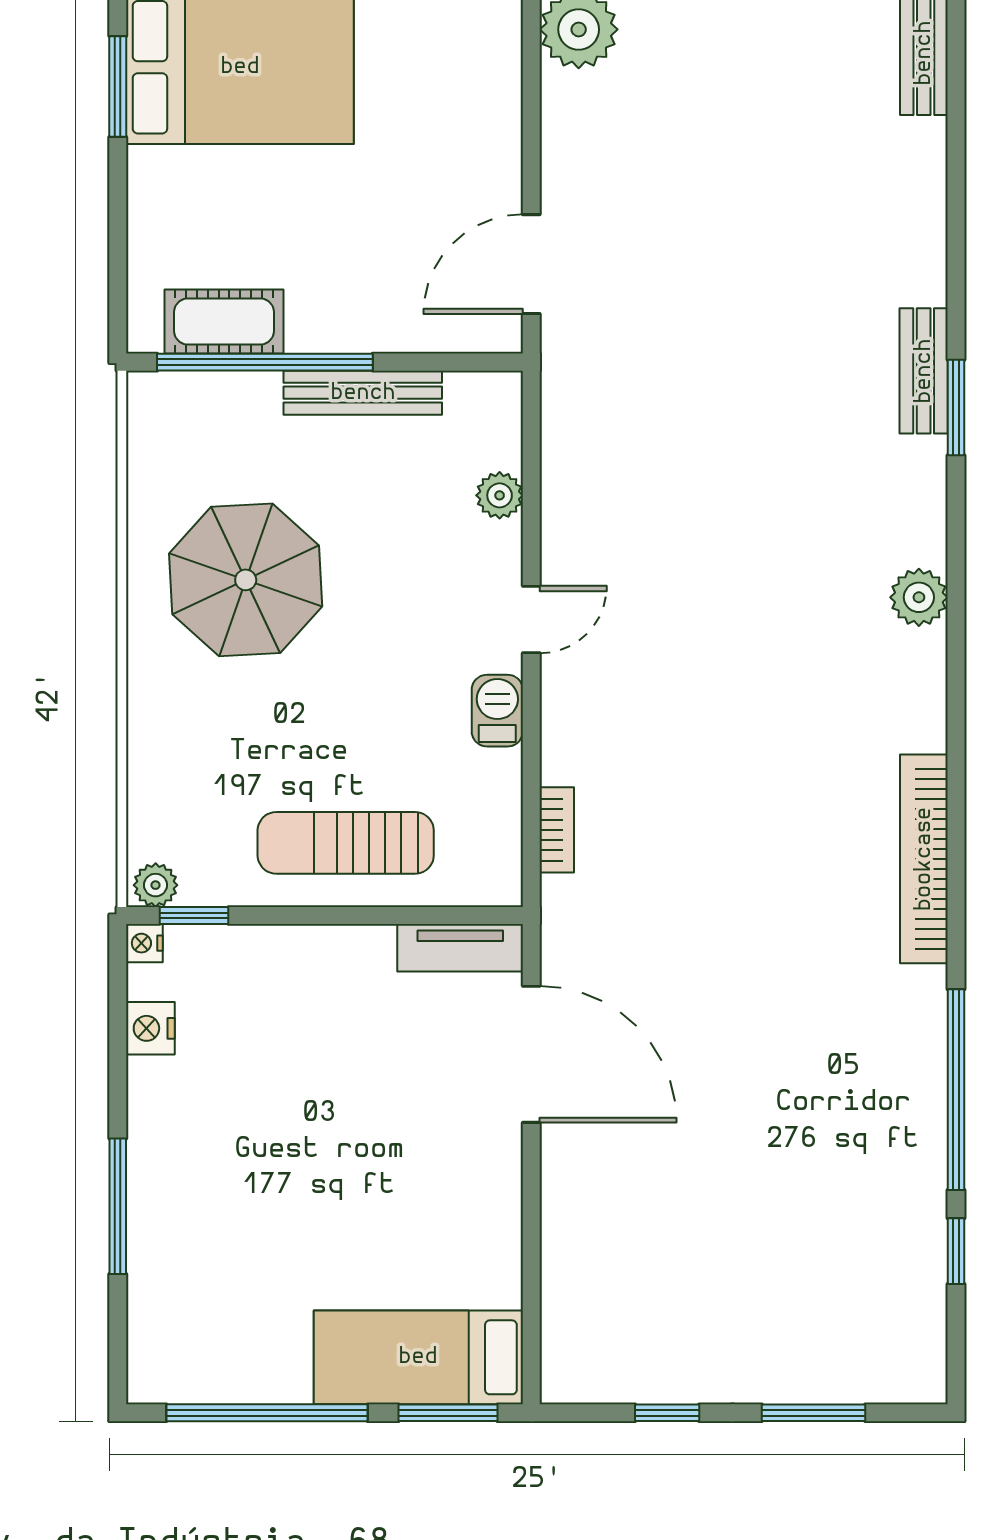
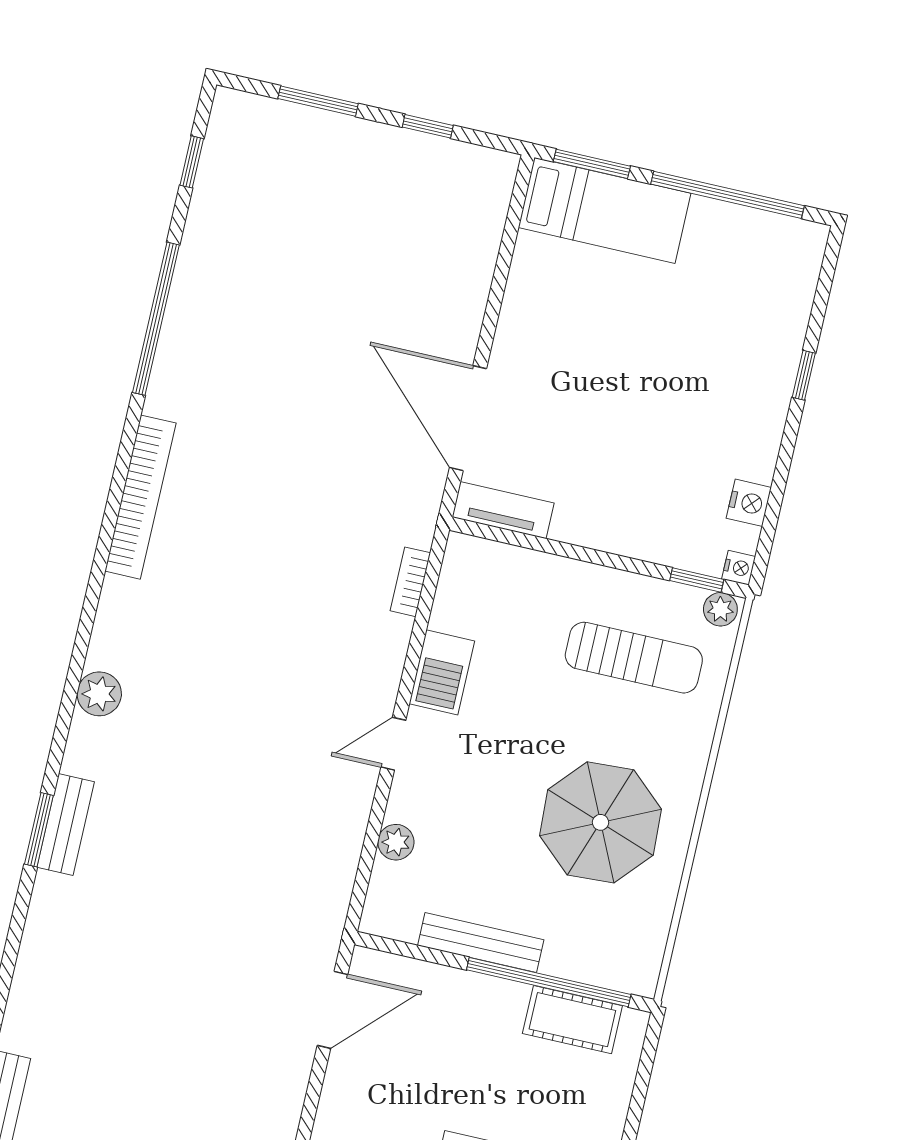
bench: (924, 371) -> (66, 824), moved
barbecue: (497, 711) -> (442, 672), width x1.38, depth x1.27
sun lounger: (346, 843) -> (634, 658), moved
window: (118, 1206) -> (804, 375), width x0.46
window: (956, 1251) -> (192, 162), moved

